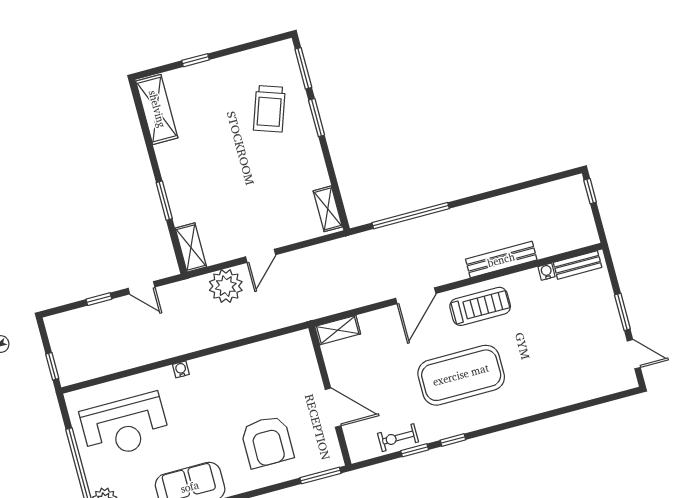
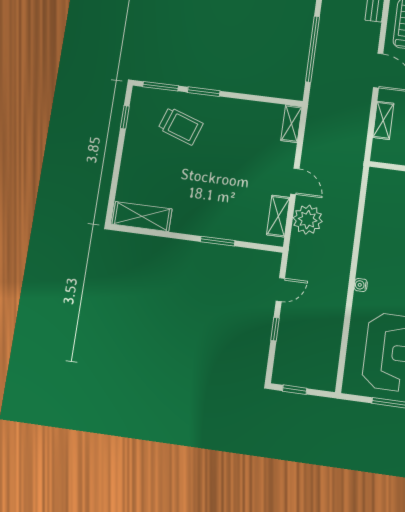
window: (195, 60) -> (125, 117), moved
shelving: (328, 209) -> (291, 124), moved, turned 90
shelving: (191, 248) -> (278, 216), moved, turned 90
shelving: (338, 330) -> (383, 120), moved
window: (52, 366) -> (295, 390), moved

